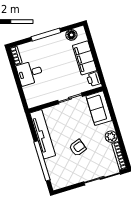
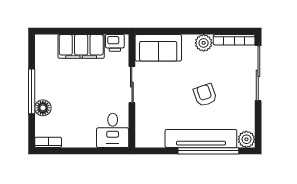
floor lamp: (71, 35) -> (43, 108), moved
desk: (30, 73) -> (113, 130), moved
tv unit: (43, 134) -> (201, 139), moved
plant: (57, 183) -> (246, 139), added

